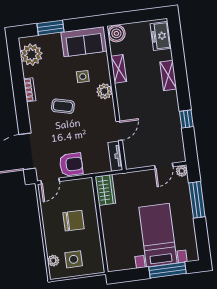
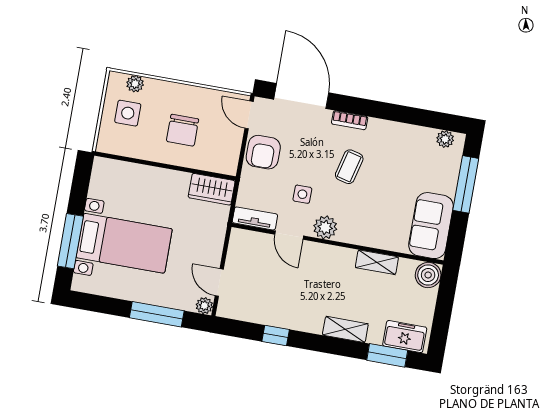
window: (50, 28) -> (466, 184), width x1.44
window: (176, 43) -> (387, 355), added
plant: (31, 55) -> (445, 139), width x0.53, depth x0.53
side table: (83, 77) -> (302, 194), moved
bookcase: (30, 90) -> (350, 120), moved
plant: (104, 91) -> (325, 227), moved

